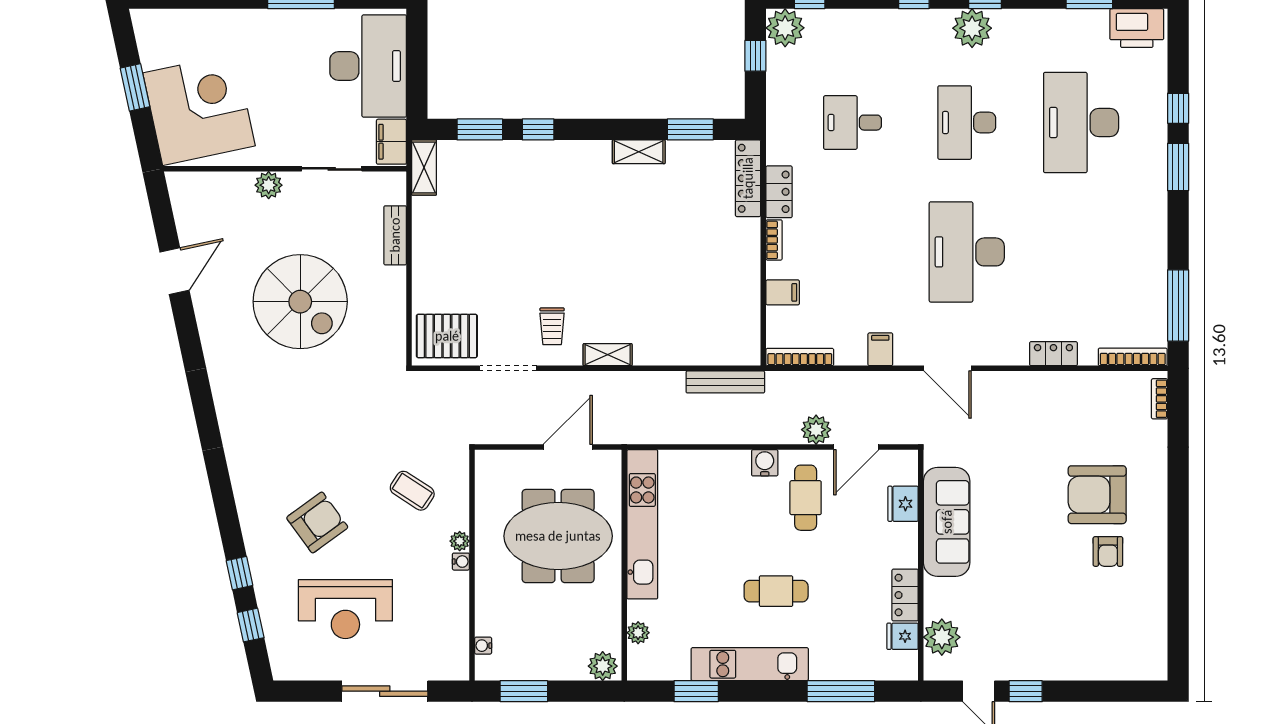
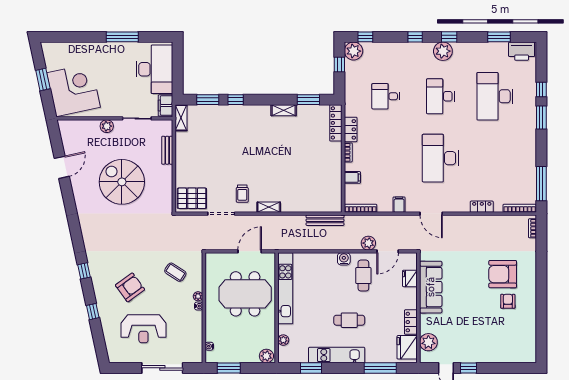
spiral stairs: (300, 302) -> (122, 182), turned 180
armchair: (1108, 552) -> (508, 301), turned 180
window: (251, 625) -> (84, 271), moved
fridge: (903, 636) -> (407, 347), width x1.88, depth x1.34

